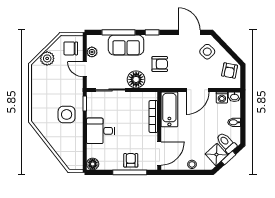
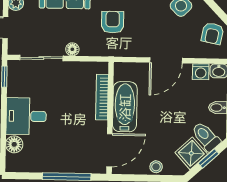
armchair: (160, 64) -> (113, 22), turned -90
floor lamp: (136, 79) -> (72, 49), width x0.53, depth x0.53
bathtub: (169, 109) -> (125, 107), moved
armchair: (131, 160) -> (68, 159), removed
floor lamp: (93, 164) -> (14, 144), moved

